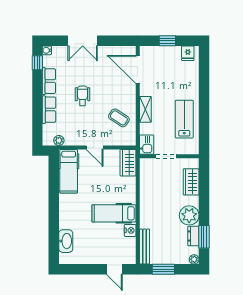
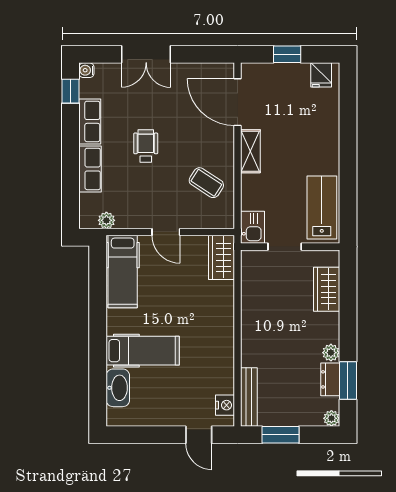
shelving: (145, 109) -> (250, 151), moved
lab bench: (184, 119) -> (322, 208), moved
hospital bed: (114, 213) -> (143, 351), moved, turned 180
plant: (189, 215) -> (331, 353), width x0.53, depth x0.53
nightstand: (130, 230) -> (225, 405), moved

